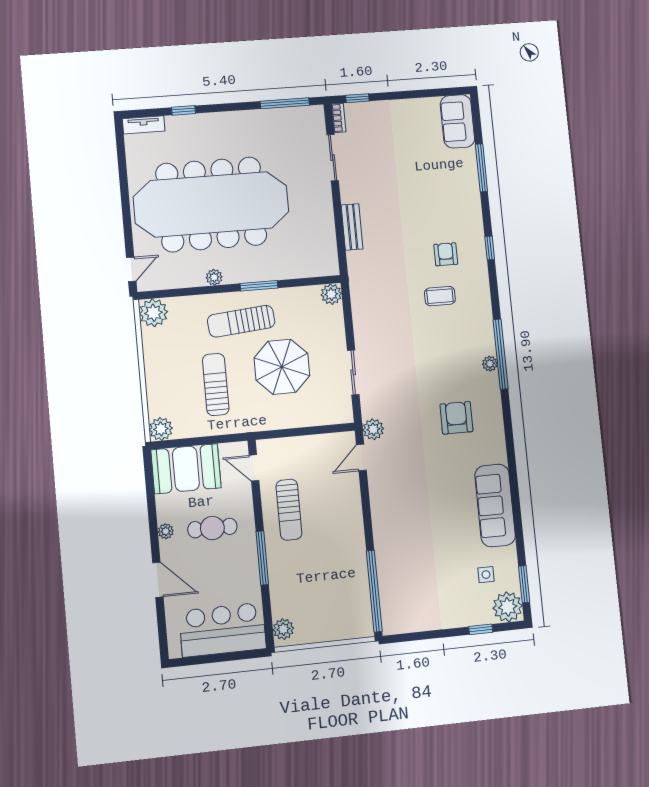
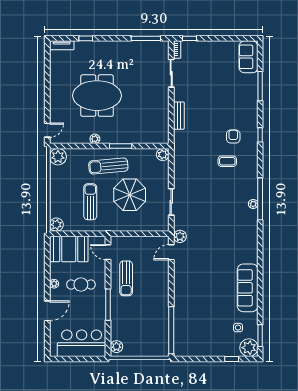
meeting table: (211, 204) -> (97, 96), width x0.54, depth x0.79
armchair: (456, 418) -> (230, 234), removed
door: (158, 580) -> (47, 311), hinge flipped

